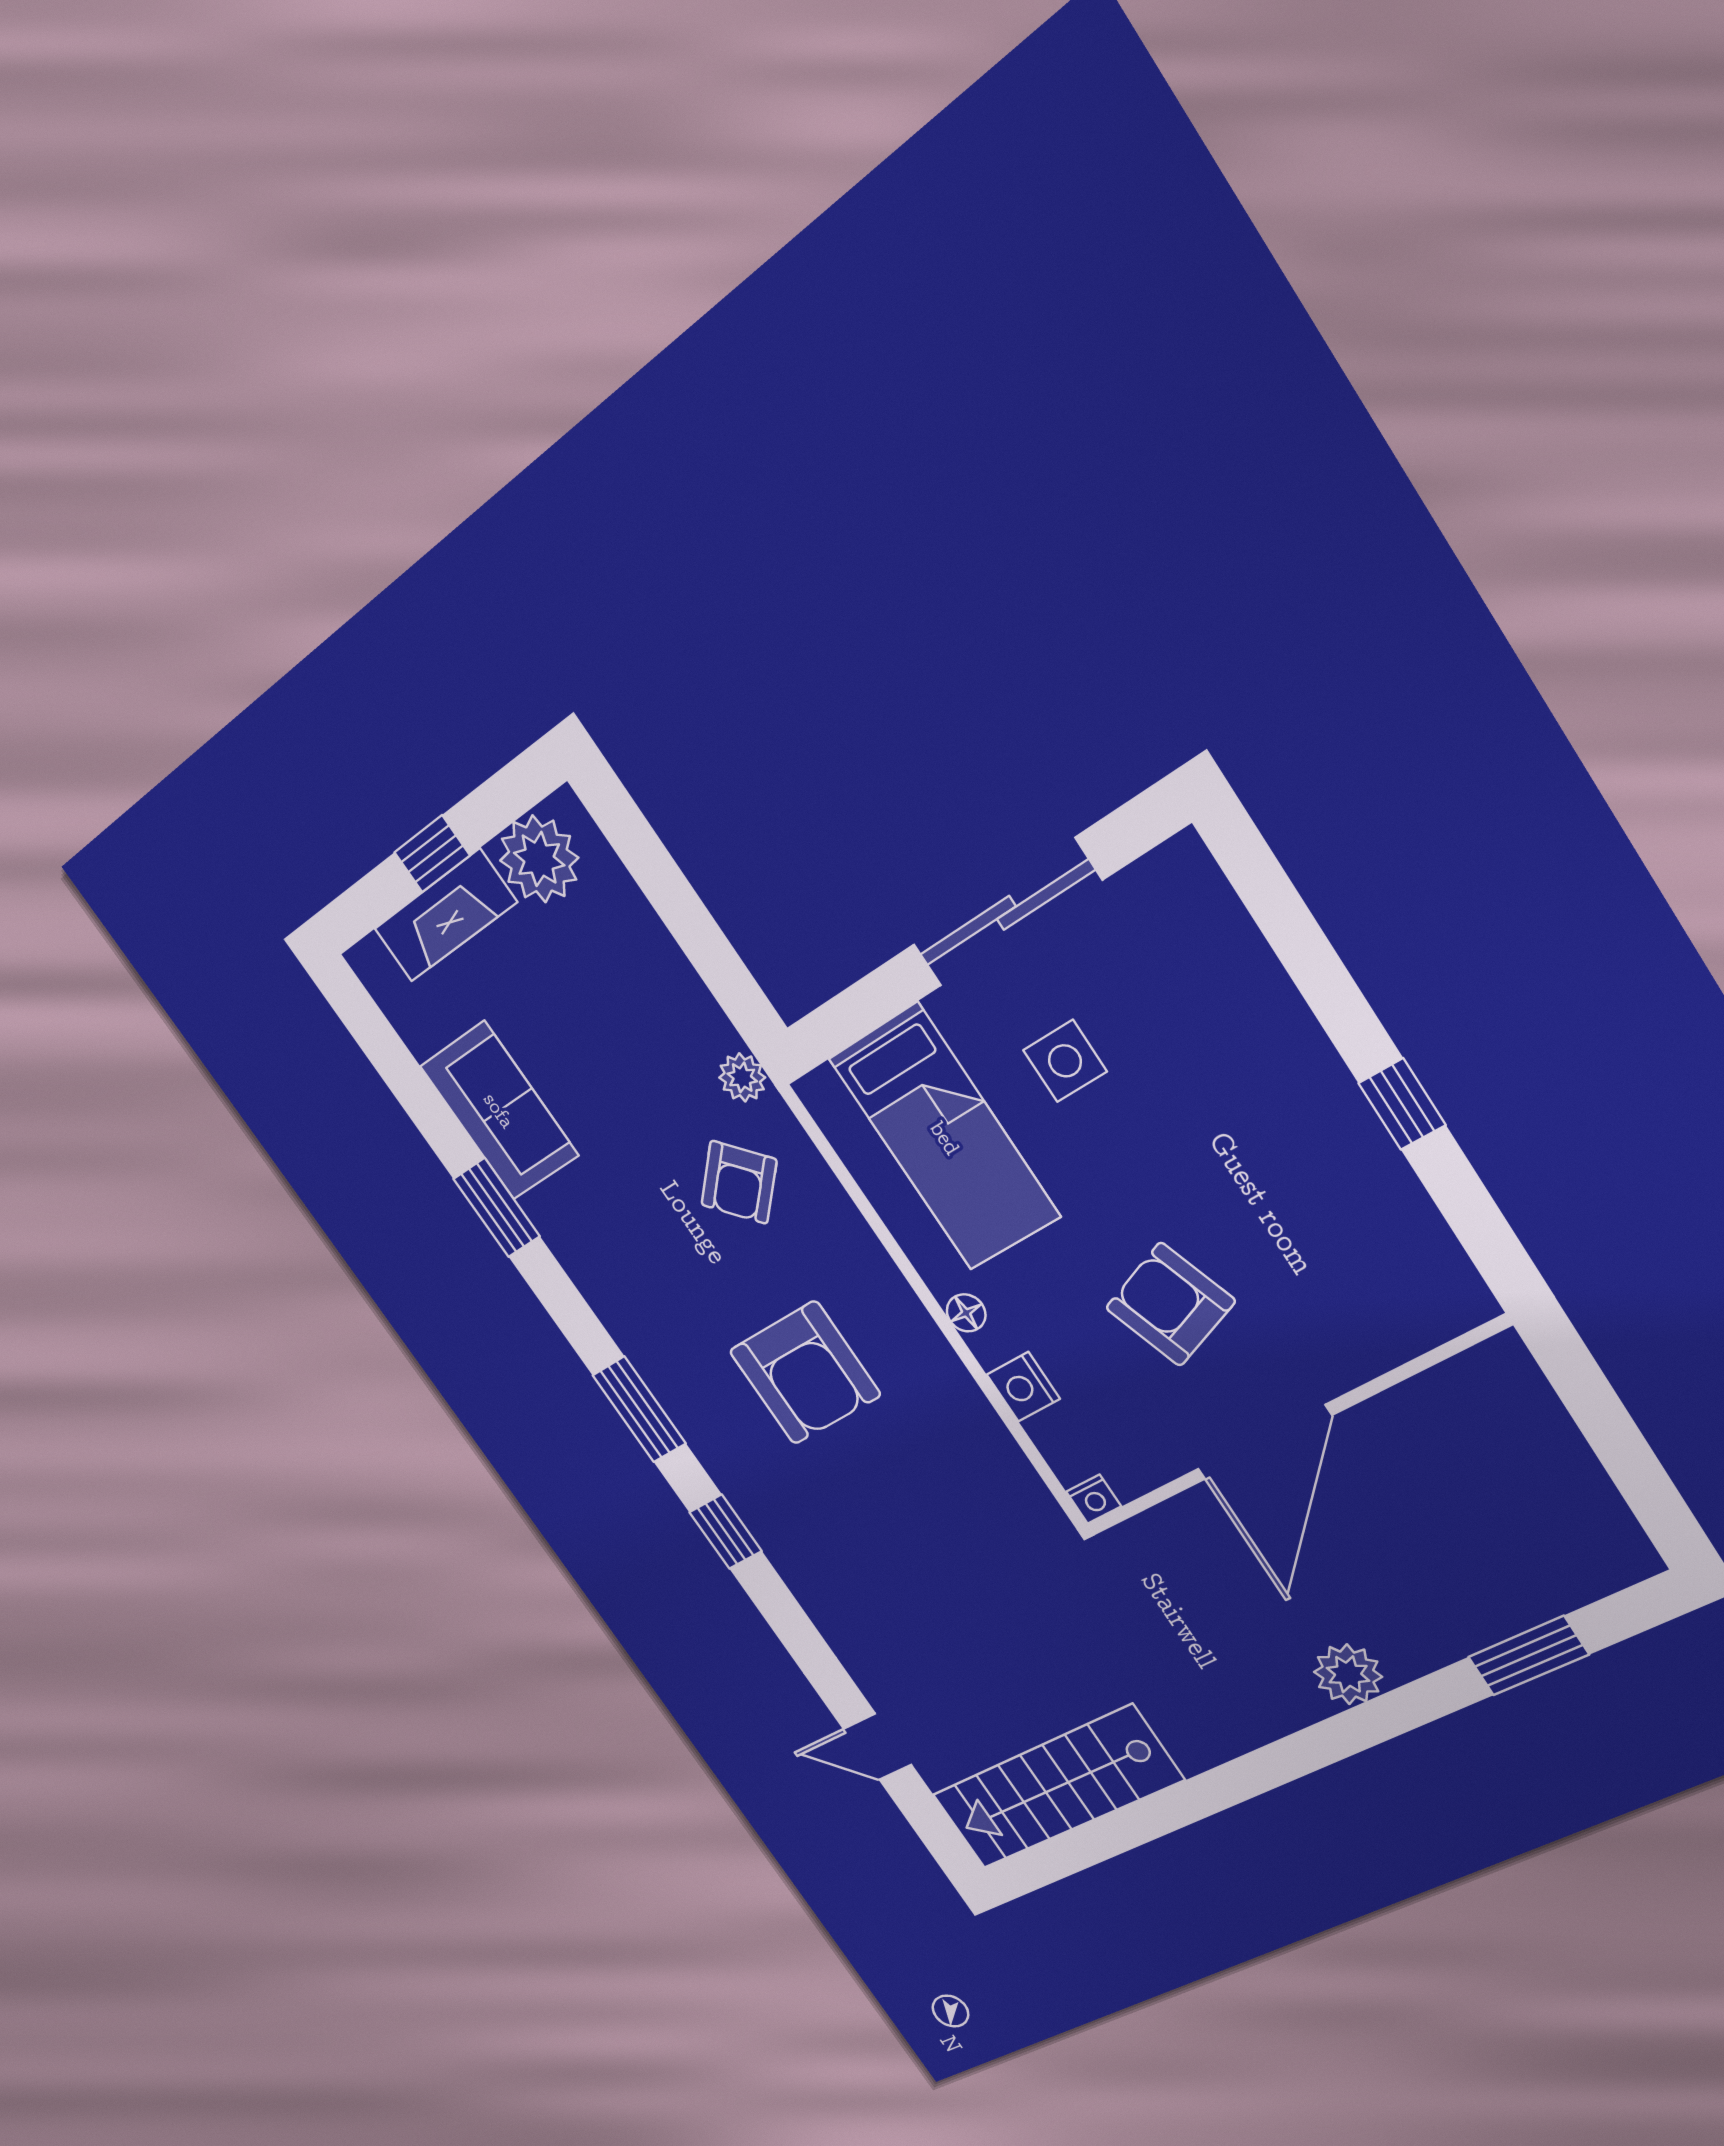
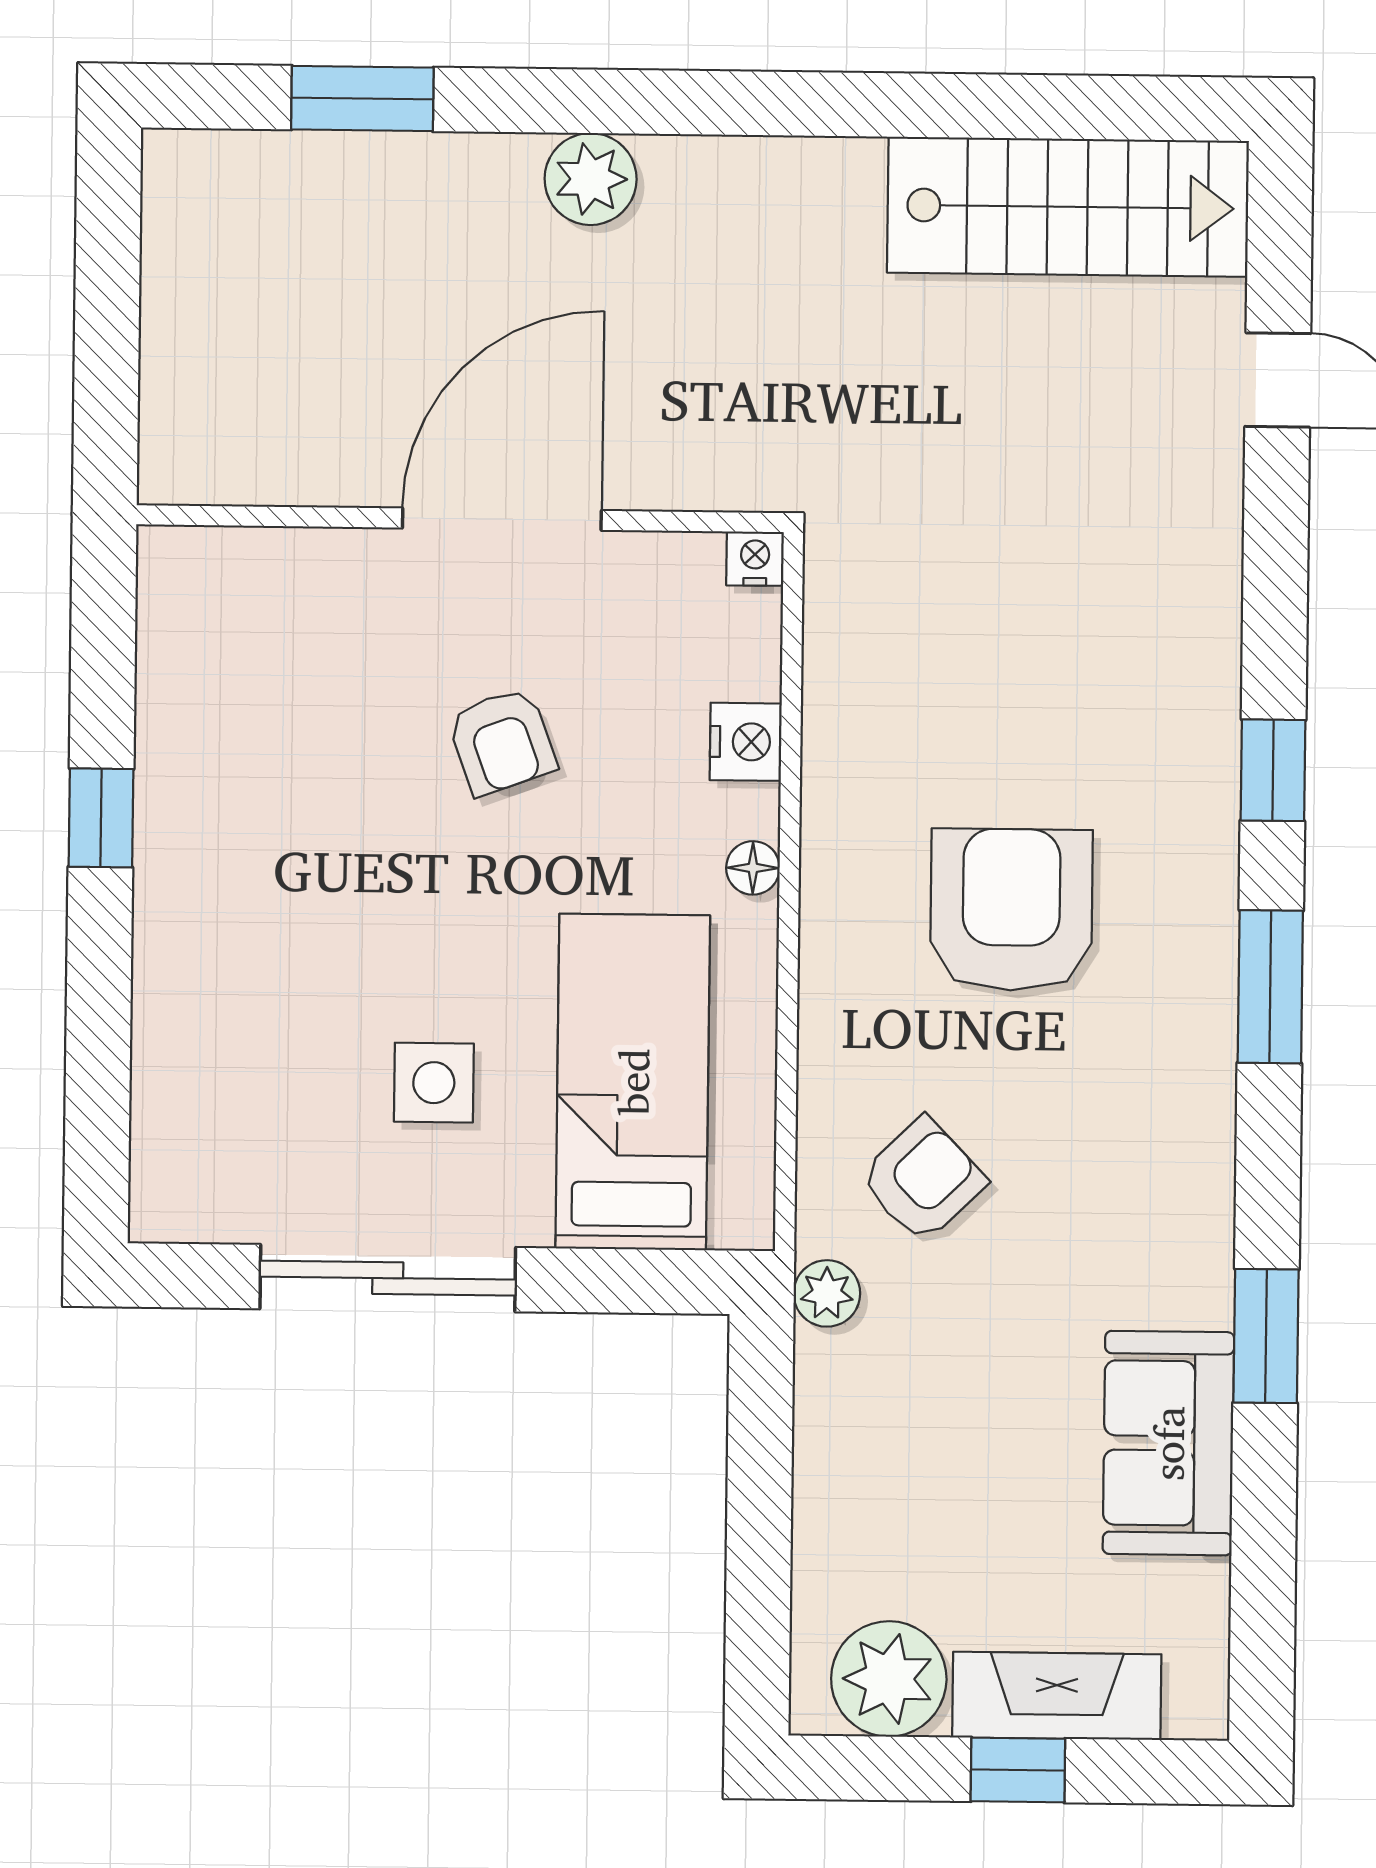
armchair: (1170, 1304) -> (502, 741), width x0.72, depth x0.72

